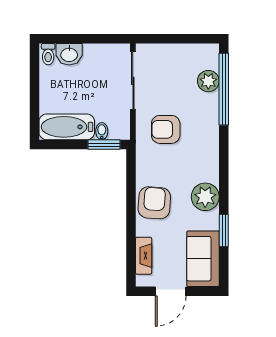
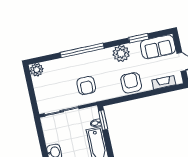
plant: (208, 81) -> (37, 70), moved
window: (224, 89) -> (82, 50), moved
armchair: (154, 203) -> (131, 83), turned 86

